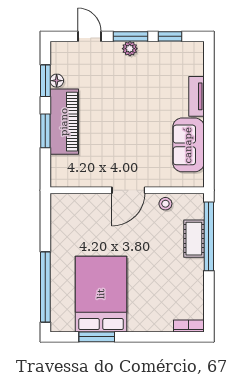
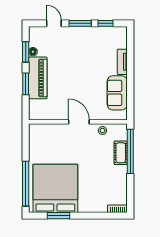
plant: (130, 49) -> (80, 31), removed
door: (128, 190) -> (79, 122), swing flipped
bed: (101, 294) -> (55, 188), width x1.36

